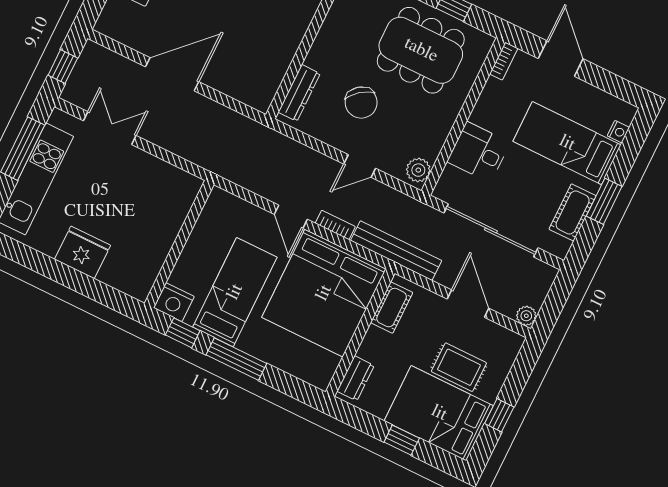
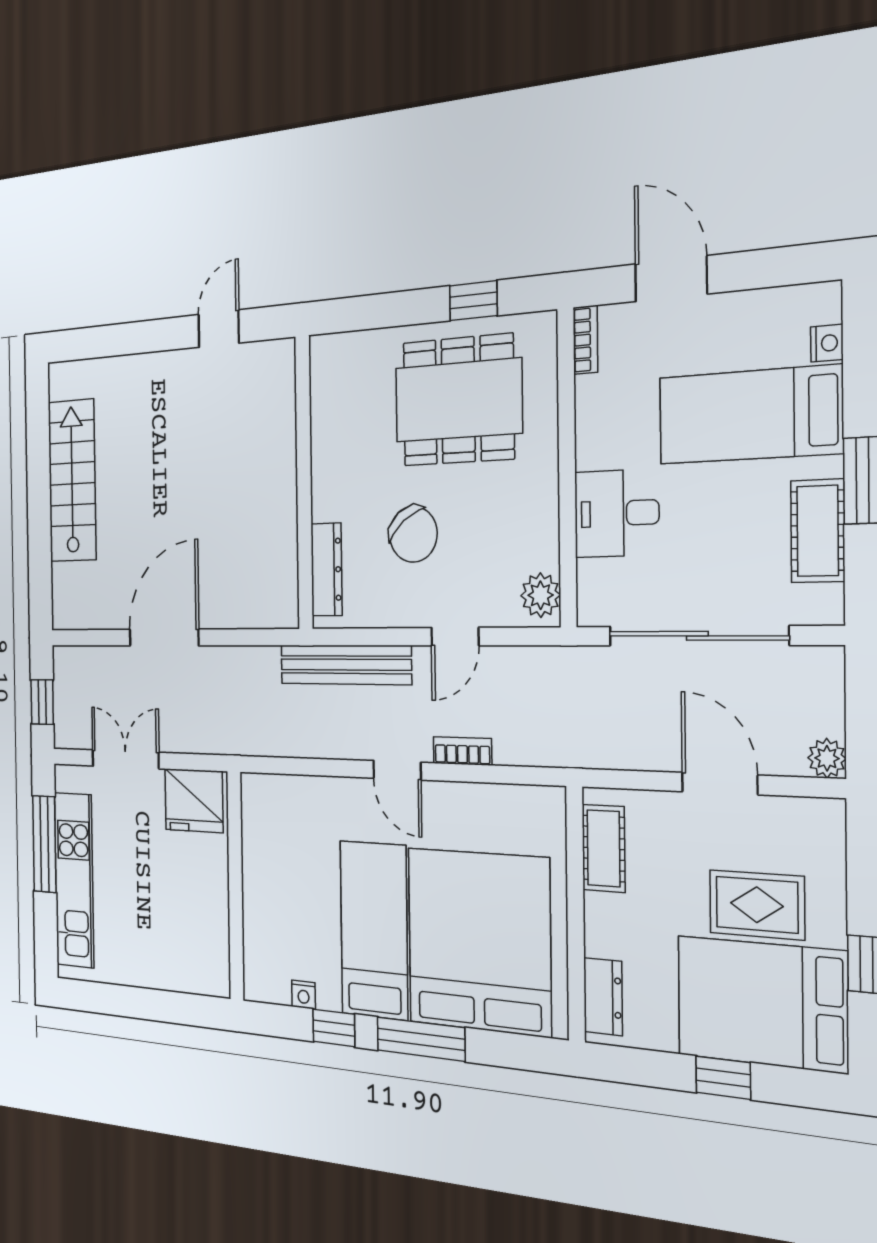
wall: (179, 244) -> (235, 886), moved
bench: (396, 251) -> (345, 665), moved
fridge: (83, 252) -> (194, 801), moved, turned 180
bed: (324, 293) -> (479, 941), moved, turned 180
nightstand: (174, 302) -> (303, 995), width x0.53, depth x0.56

